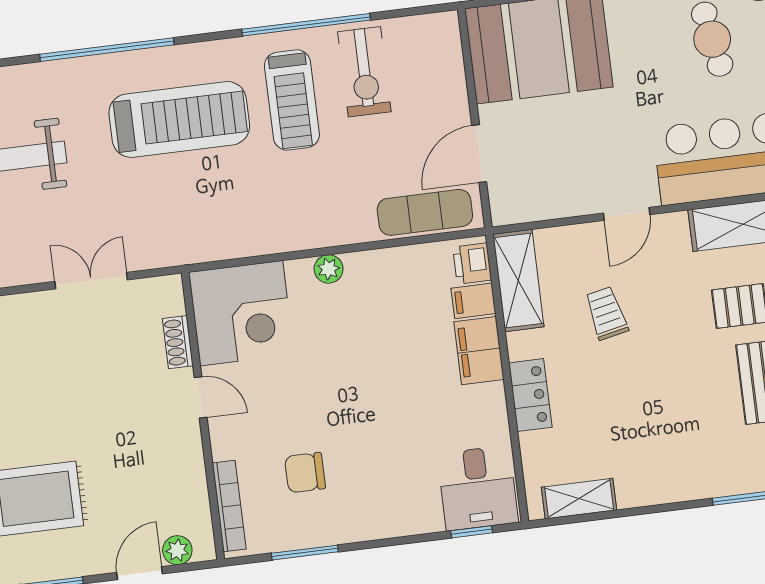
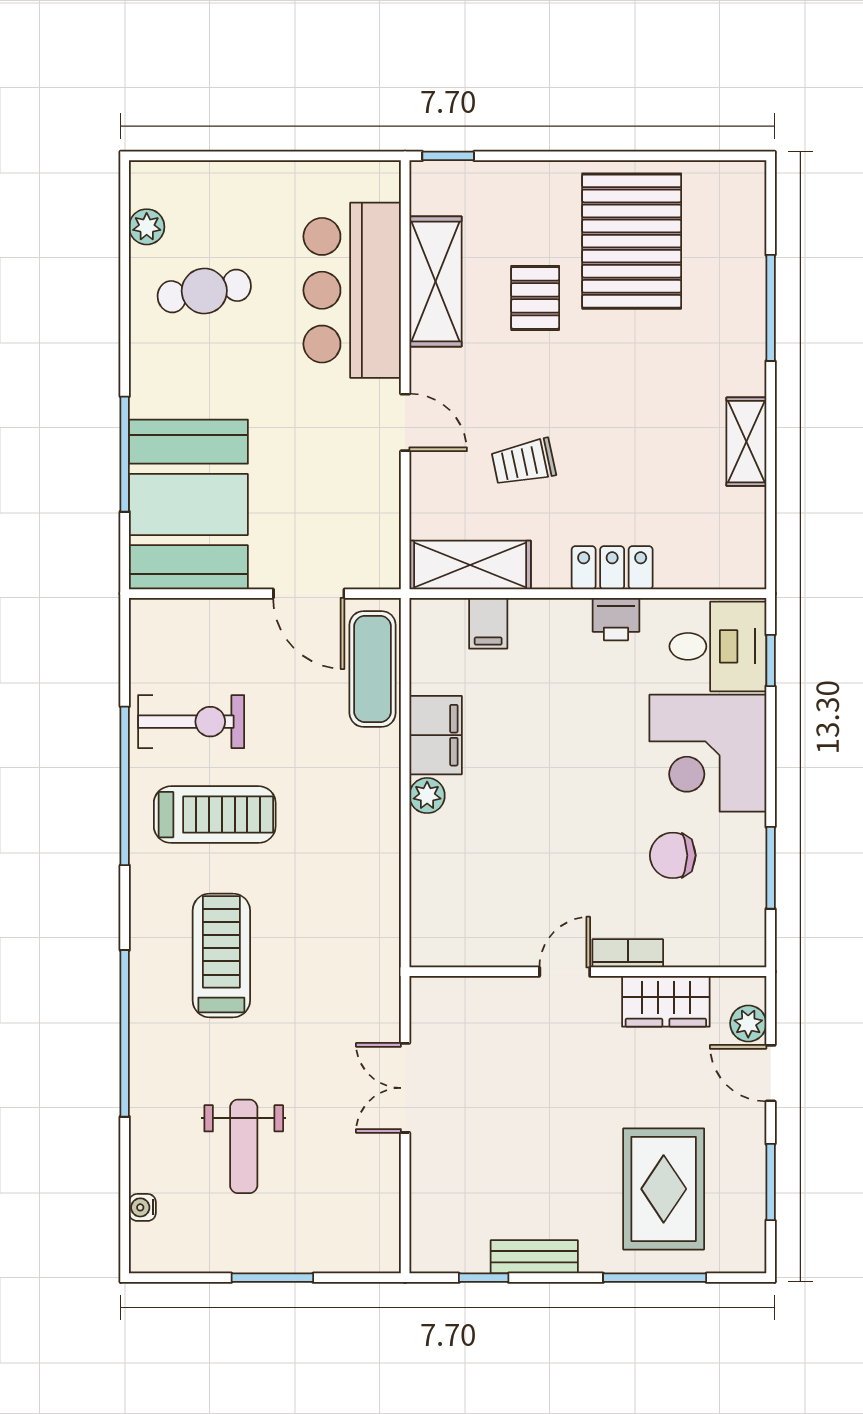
treadmill: (179, 119) -> (221, 955), width x0.73, depth x0.73
printer: (472, 264) -> (616, 619), moved
corner desk: (241, 313) -> (708, 753), moved, turned 180
shoe rack: (178, 342) -> (494, 991), removed
filing cabinet: (479, 351) -> (436, 735), moved, turned -90
chair: (305, 473) -> (673, 855), turned 90
wardrobe: (187, 482) -> (666, 1001), added
shelving: (579, 499) -> (746, 442), moved
bookcase: (229, 506) -> (628, 953), moved, width x0.64

